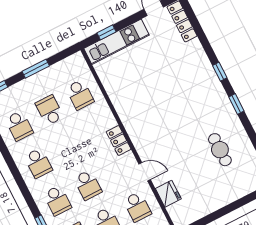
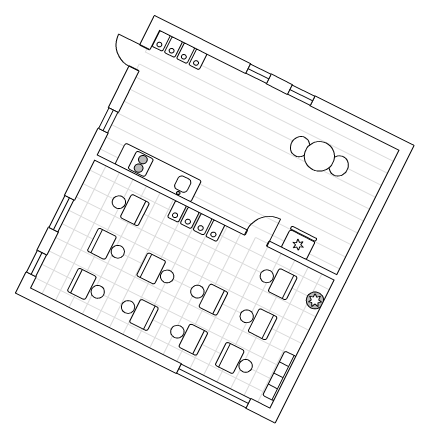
kitchen unit: (117, 42) -> (158, 173), moved, turned -90
school desk: (19, 126) -> (88, 287), turned 180
locker: (119, 140) -> (196, 221), width x1.53
school desk: (69, 148) -> (158, 272), added
cafe table: (220, 150) -> (319, 156), width x1.37, depth x1.35

